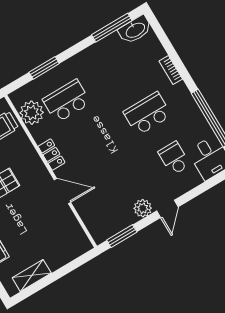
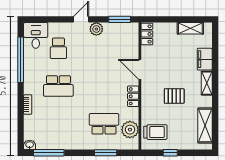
washbasin: (135, 30) -> (30, 145), width x0.52, depth x0.69
school desk: (67, 101) -> (104, 124), turned 180
locker: (79, 238) -> (147, 34), added

